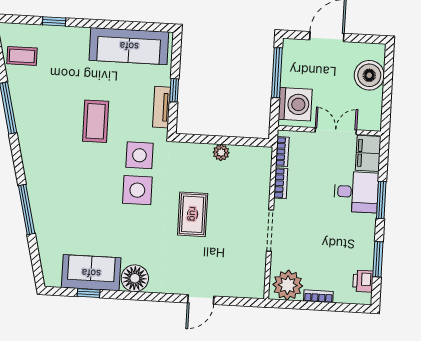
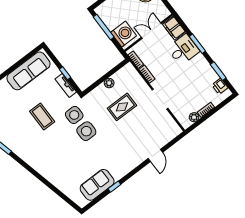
window: (27, 210) -> (45, 181), removed
rug: (193, 214) -> (122, 107), moved, turned 90
floor lamp: (135, 278) -> (118, 171), removed
plant: (288, 285) -> (194, 117), width x0.53, depth x0.53
window: (89, 293) -> (114, 187), moved

